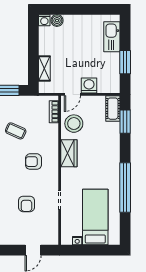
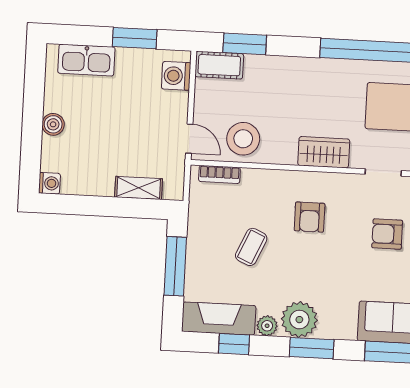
boiler: (57, 21) -> (53, 124), moved
washing machine: (89, 86) -> (176, 76), moved
wardrobe: (69, 153) -> (324, 152), moved
armchair: (26, 204) -> (387, 234), turned 180

